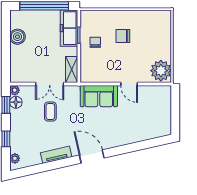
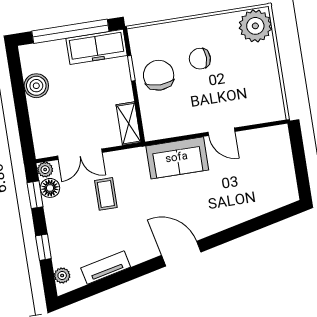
freezer: (69, 28) -> (97, 47), moved, turned -90
chair: (95, 42) -> (159, 75), width x1.87, depth x1.87
plant: (161, 71) -> (255, 26), moved
double door: (50, 84) -> (80, 154), moved
tv unit: (56, 155) -> (106, 268), moved

